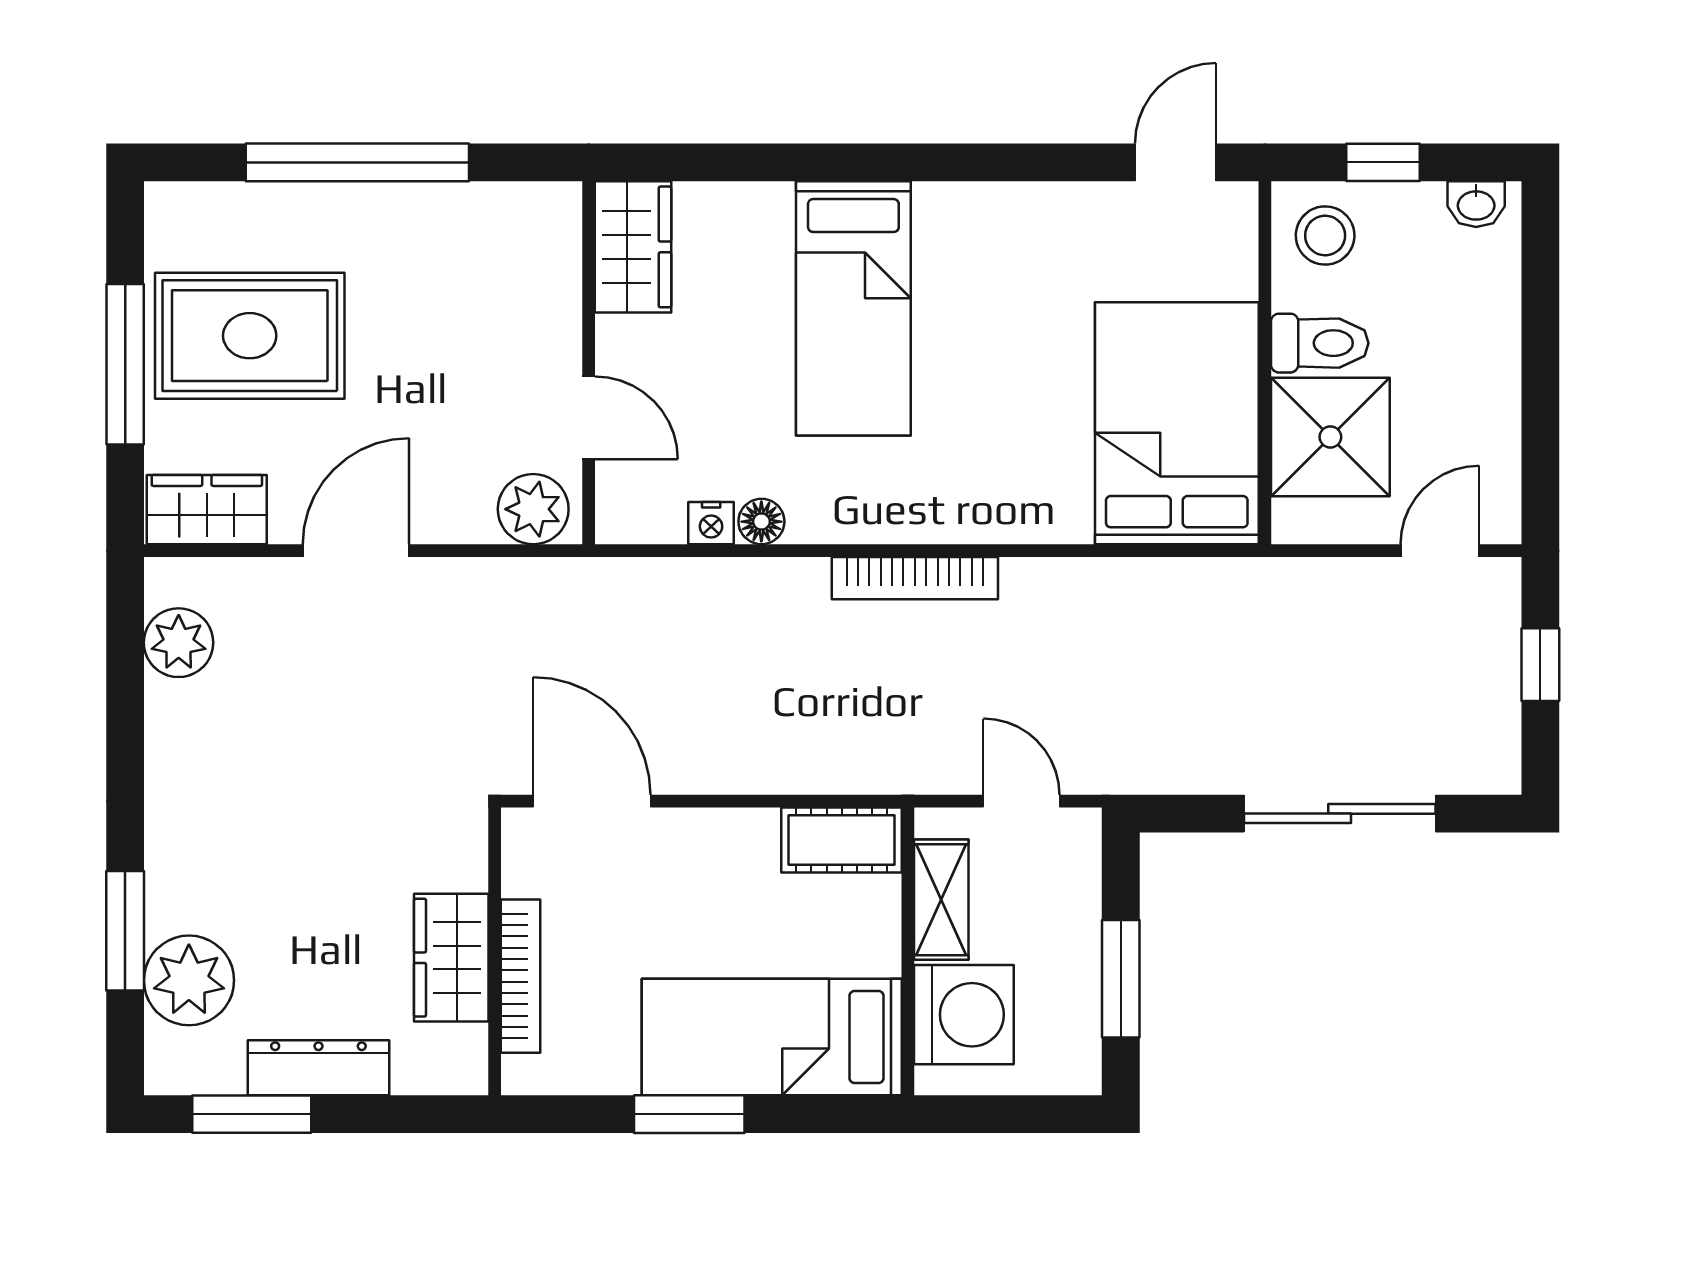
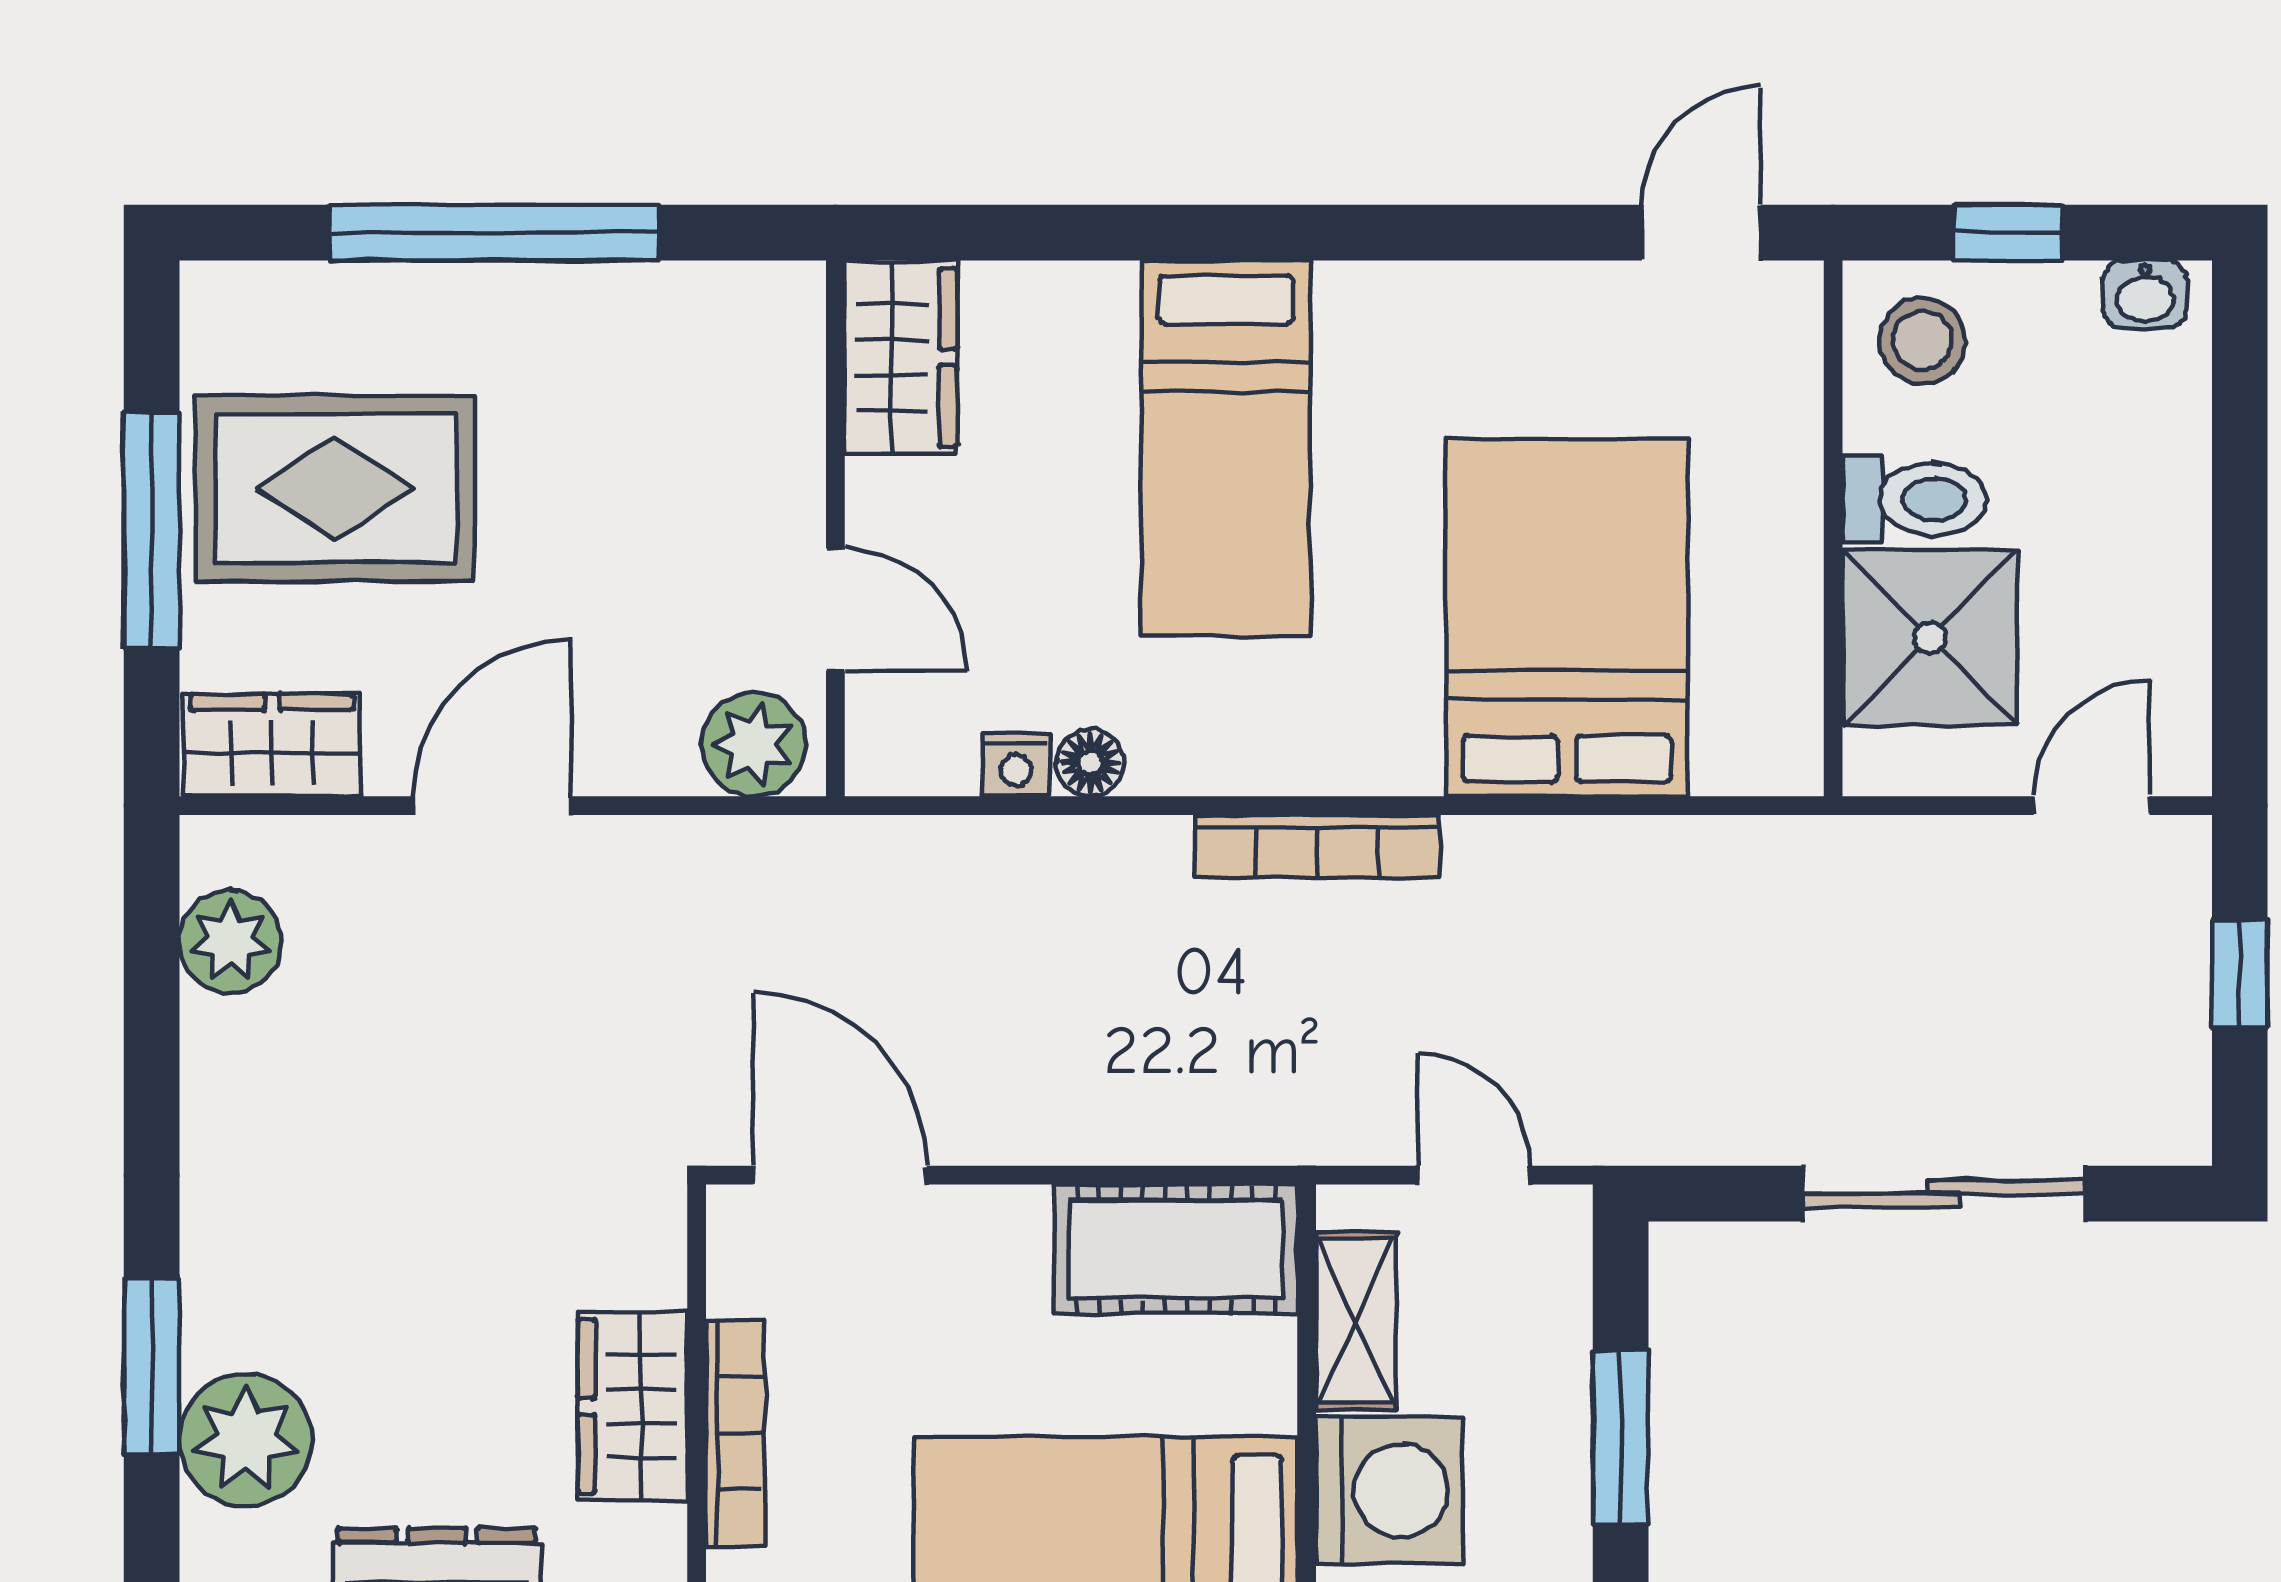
bed: (1177, 423) -> (1567, 618), moved
cot: (842, 840) -> (1176, 1249), width x1.37, depth x1.34

